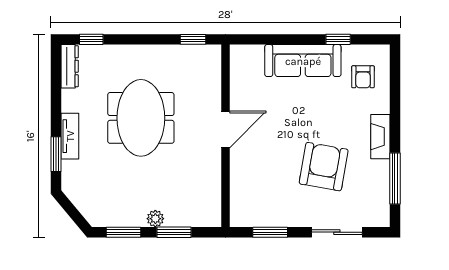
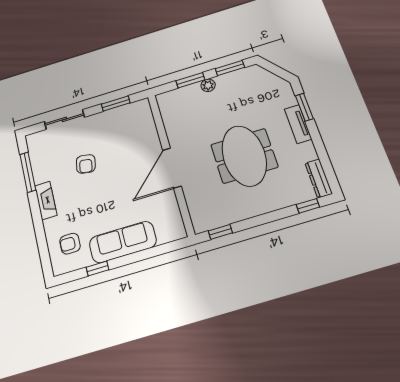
armchair: (363, 77) -> (70, 244), turned -90
door: (225, 129) -> (172, 168), width x1.36
armchair: (324, 167) -> (86, 164), width x0.53, depth x0.53

